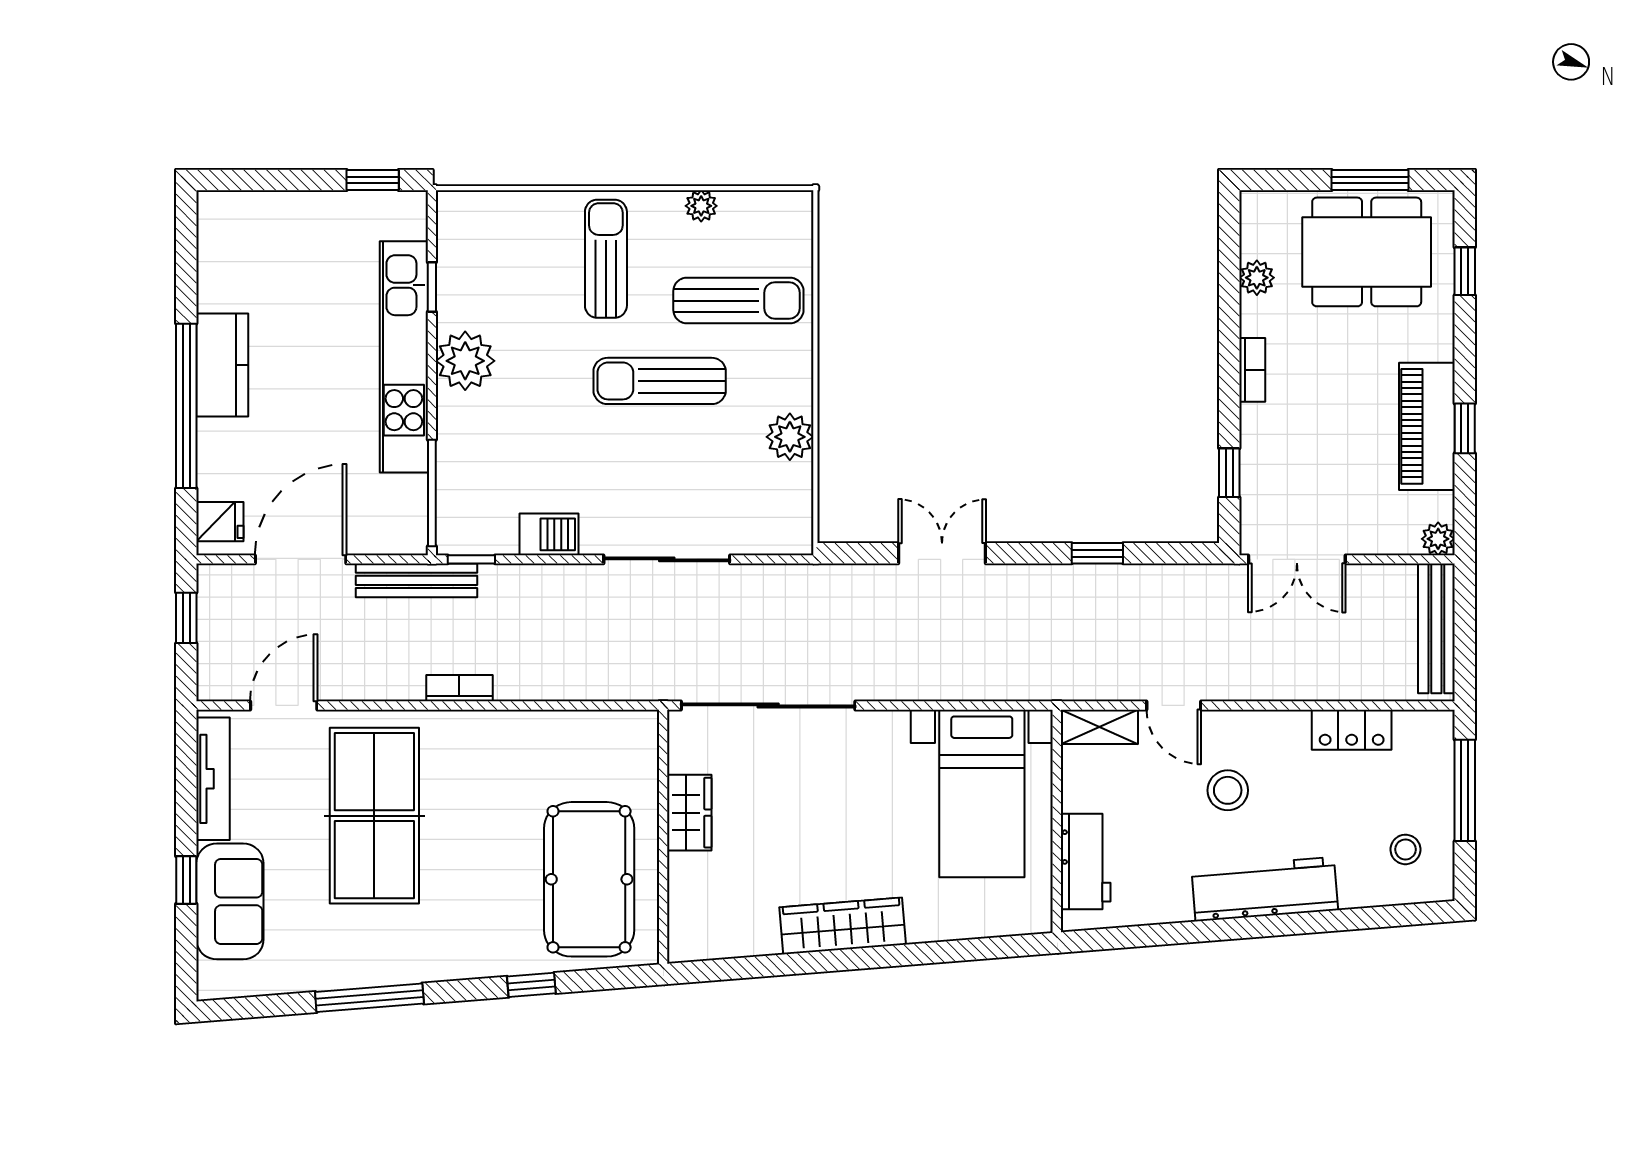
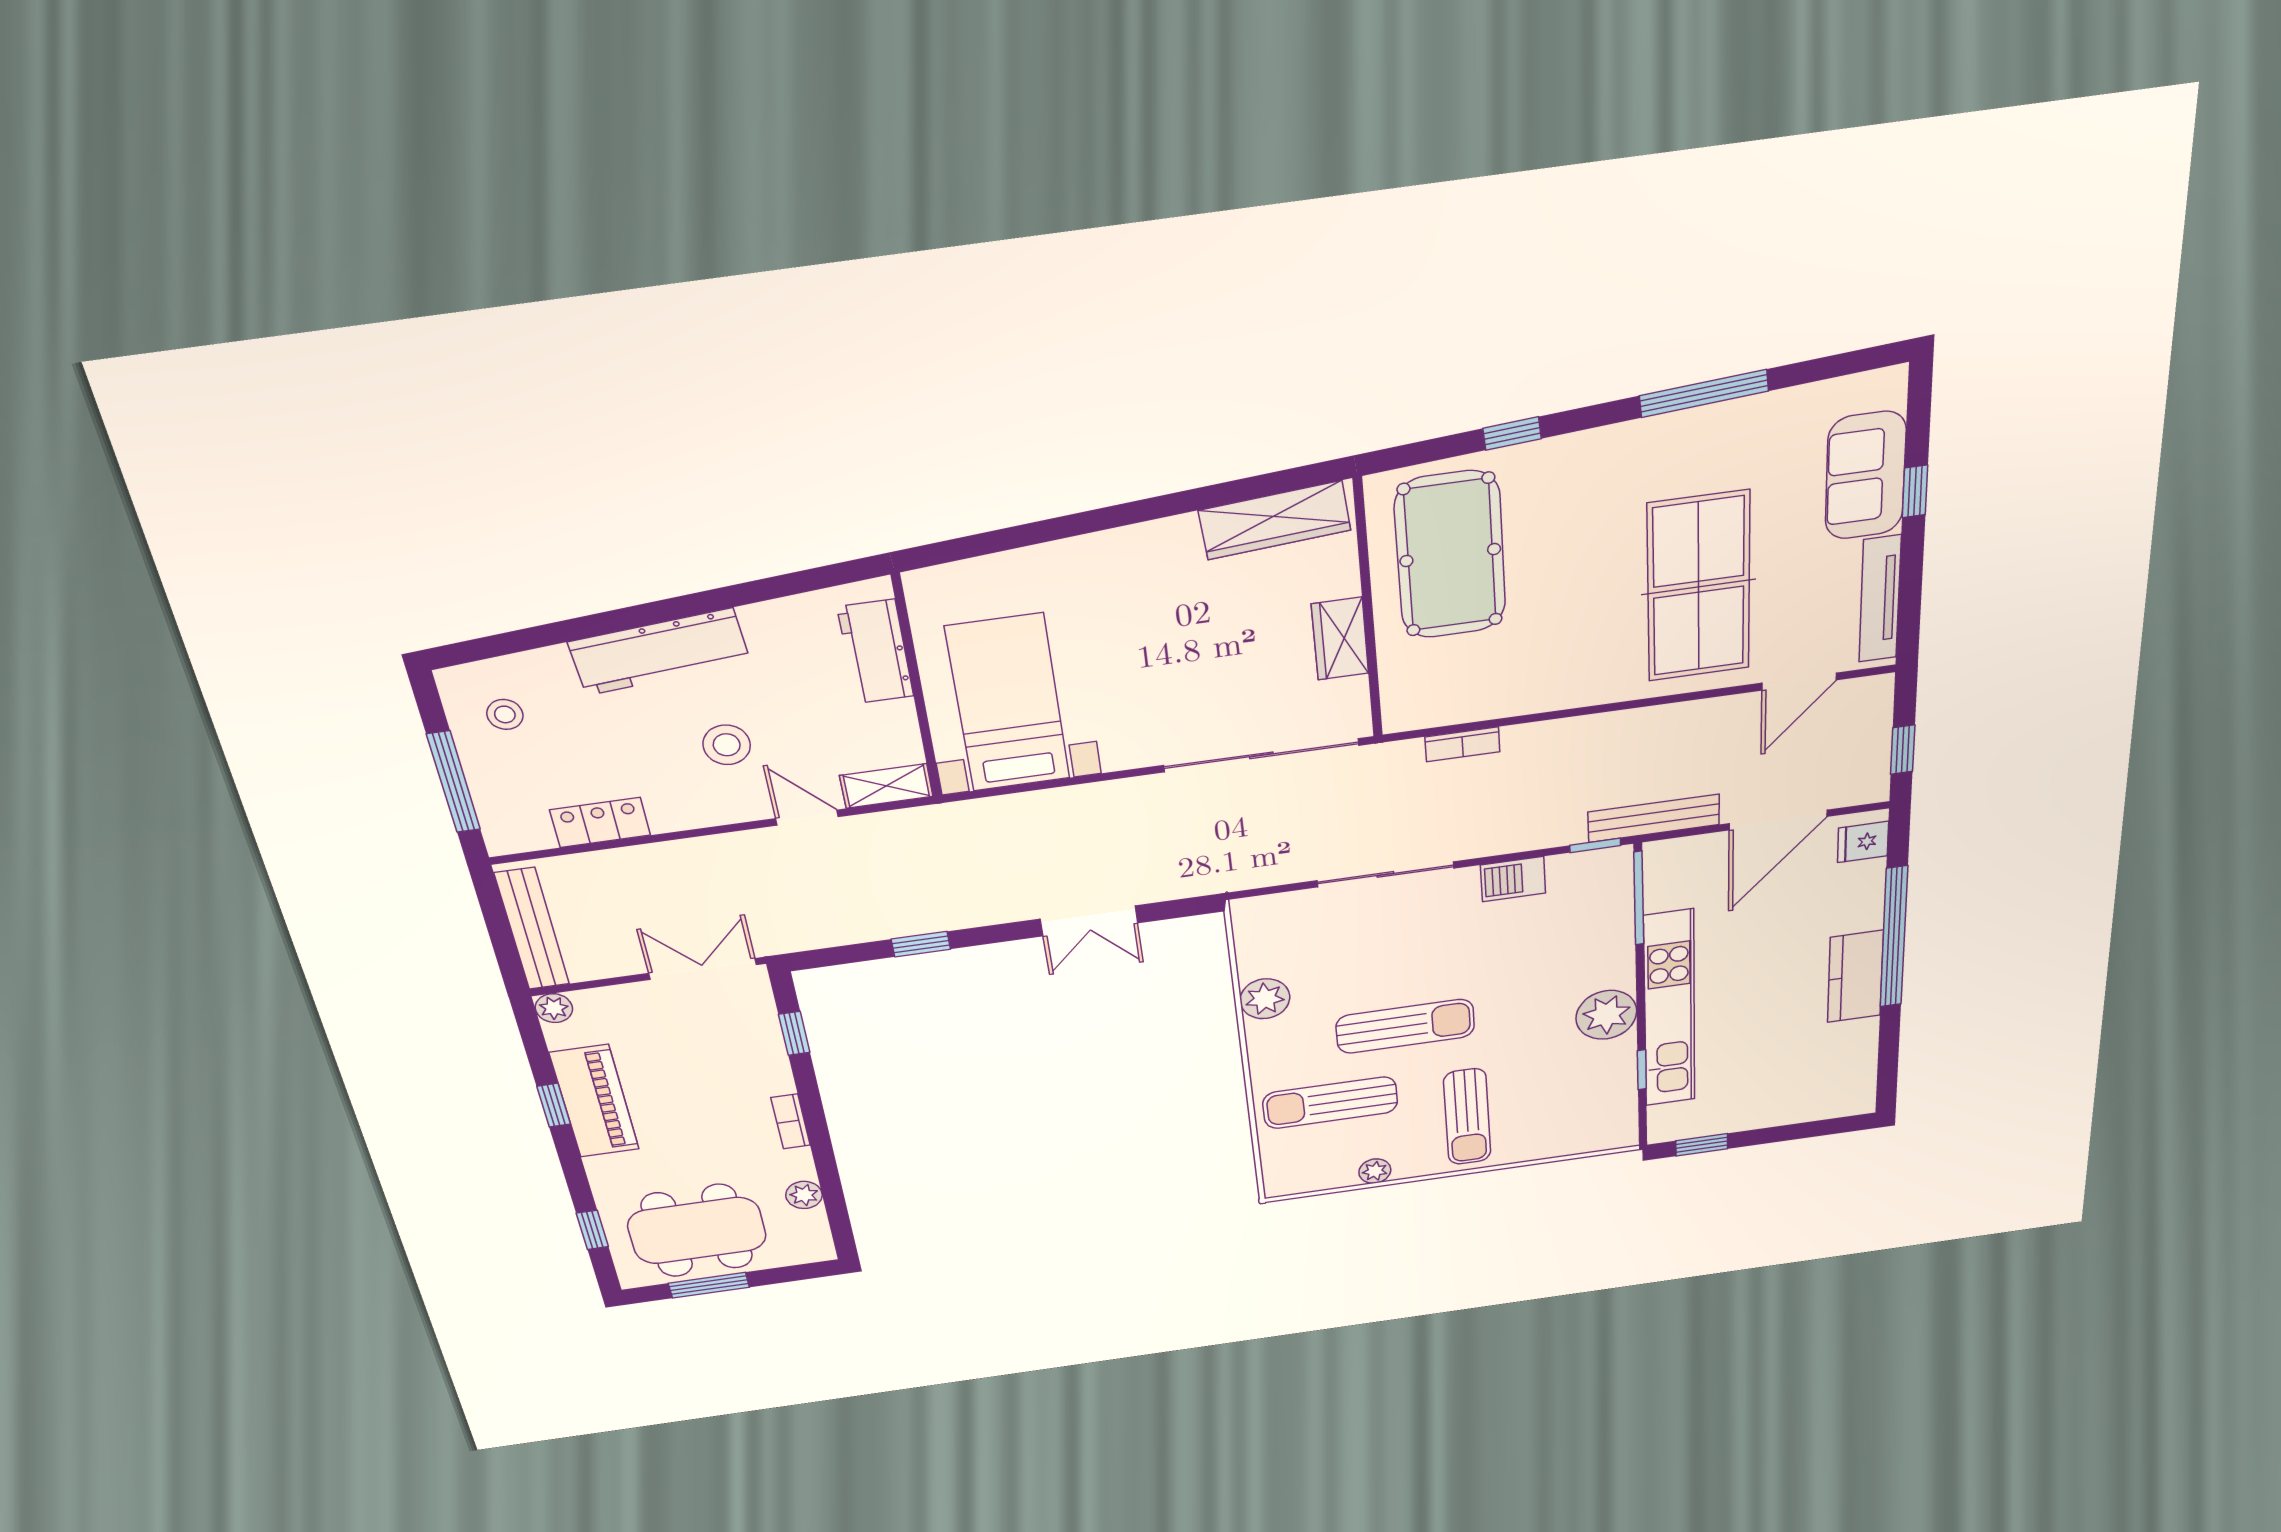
bookcase: (459, 688) -> (1462, 744), moved
wardrobe: (843, 926) -> (1275, 520), moved

